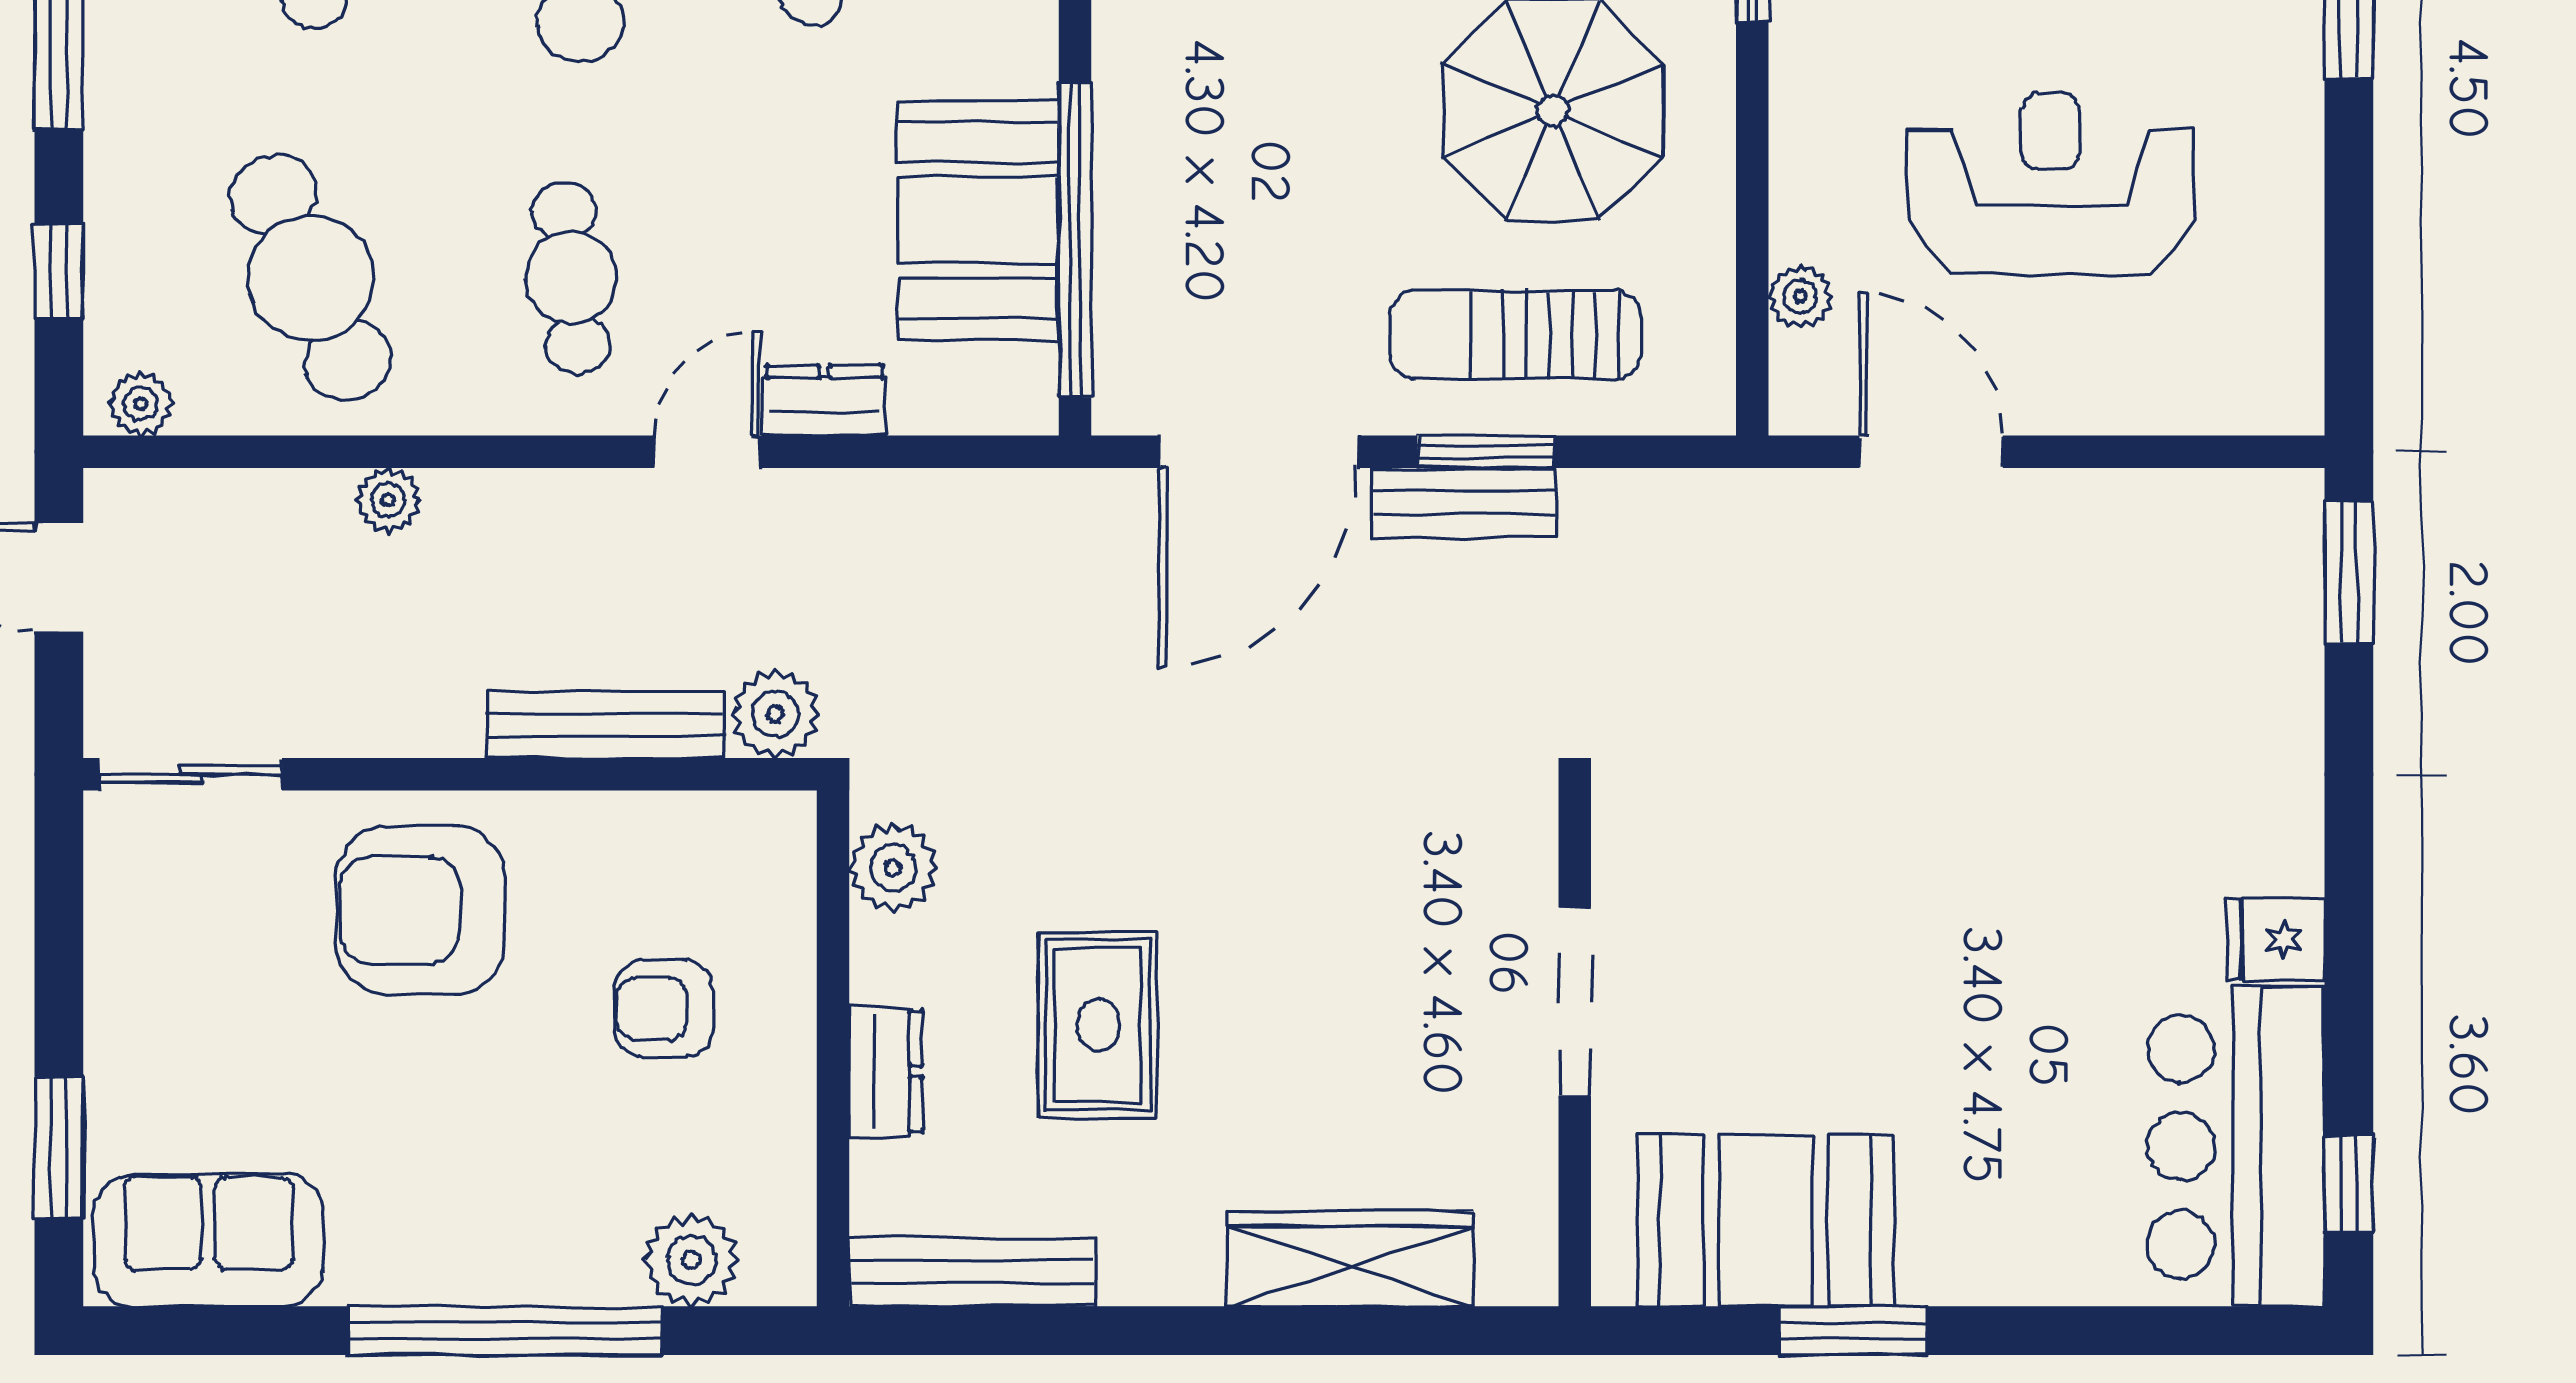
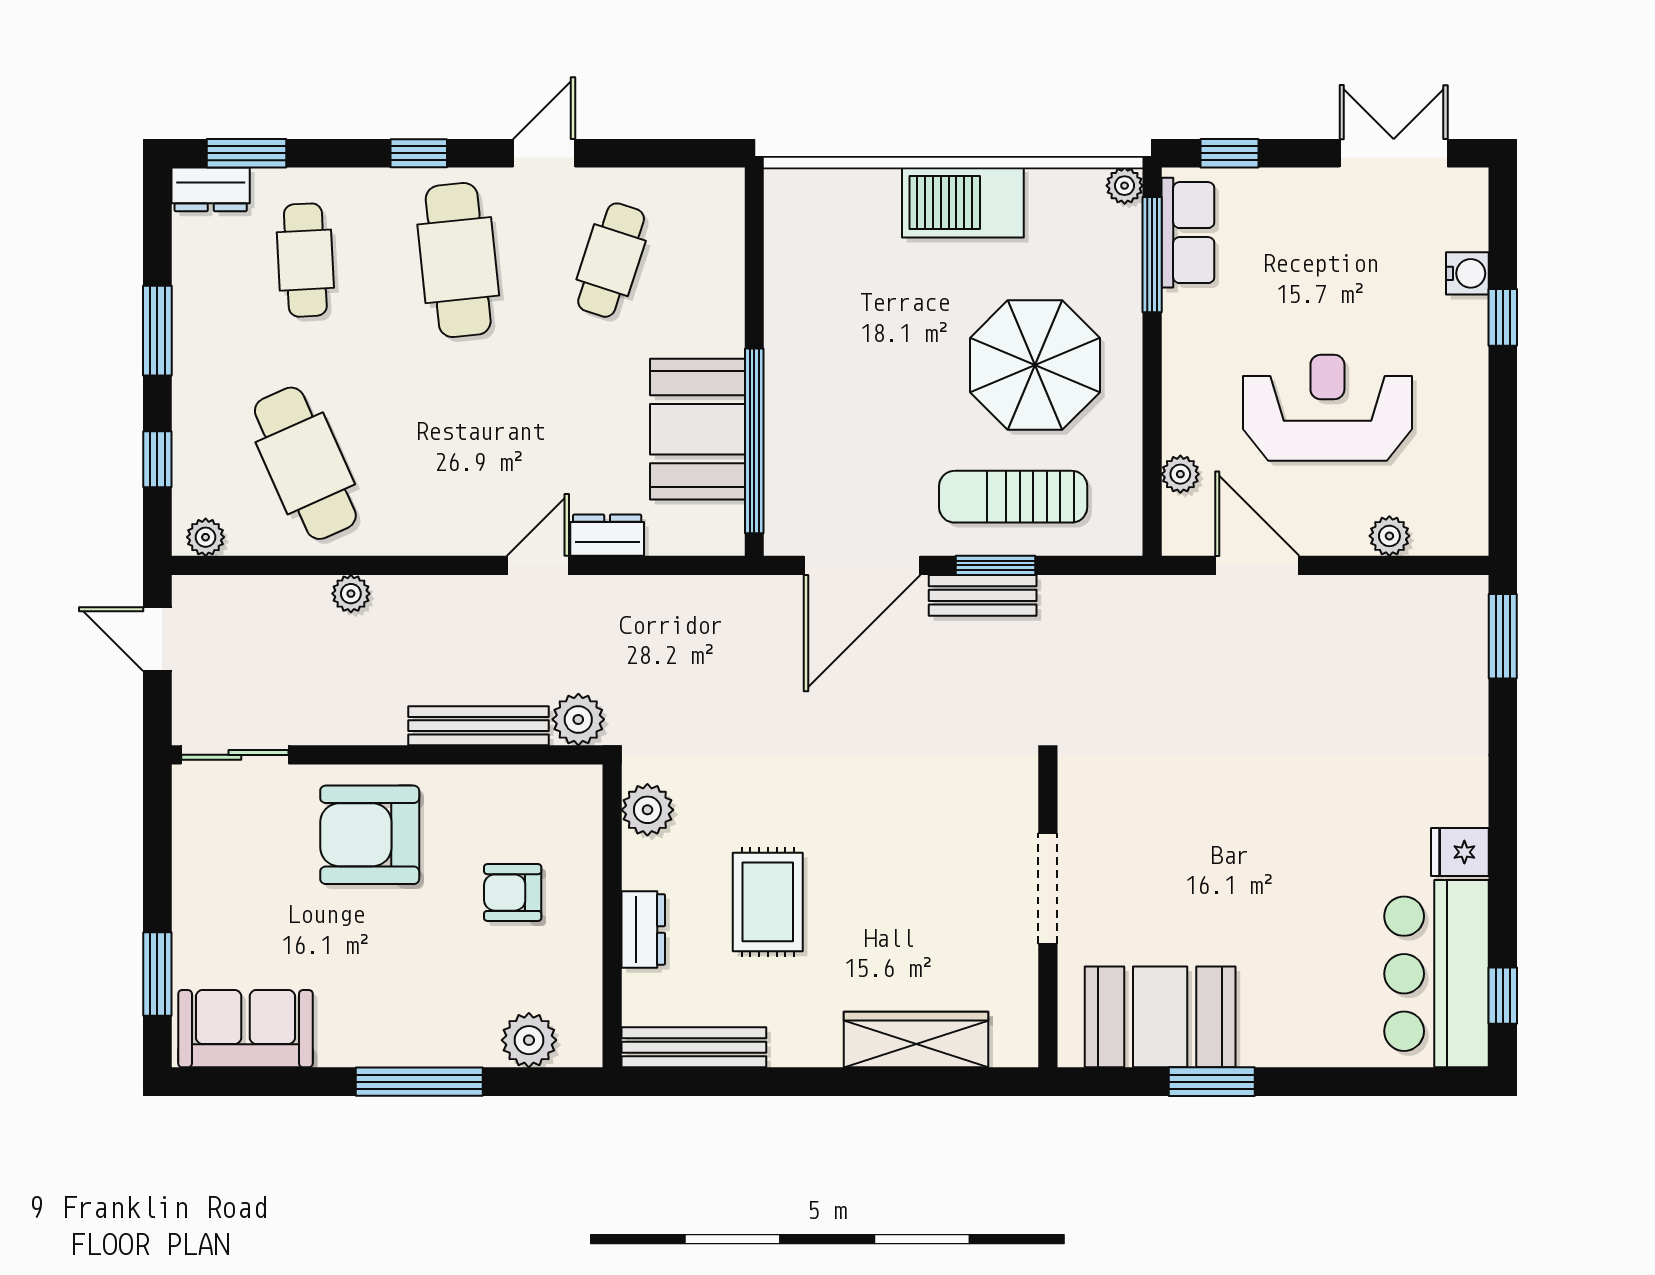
cafe table: (571, 278) -> (458, 463), removed
plant: (2156, 402) -> (1389, 536), added
window: (505, 1331) -> (419, 1082), width x0.68

